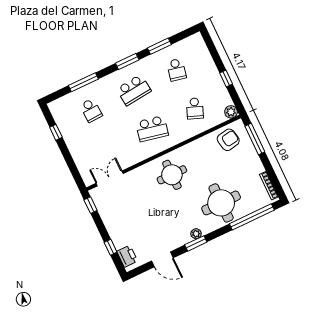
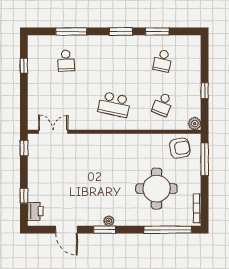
school desk: (134, 90) -> (114, 61), removed
round table: (172, 175) -> (112, 156), removed
round table: (221, 203) -> (157, 189), moved

